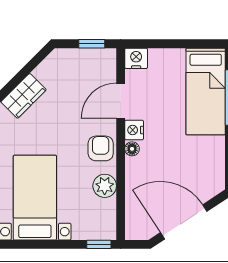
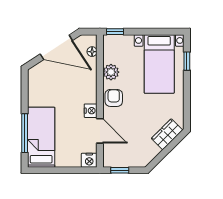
door: (121, 101) -> (100, 131), hinge flipped
armchair: (101, 148) -> (114, 98), turned 180
floor lamp: (132, 149) -> (92, 52), moved

